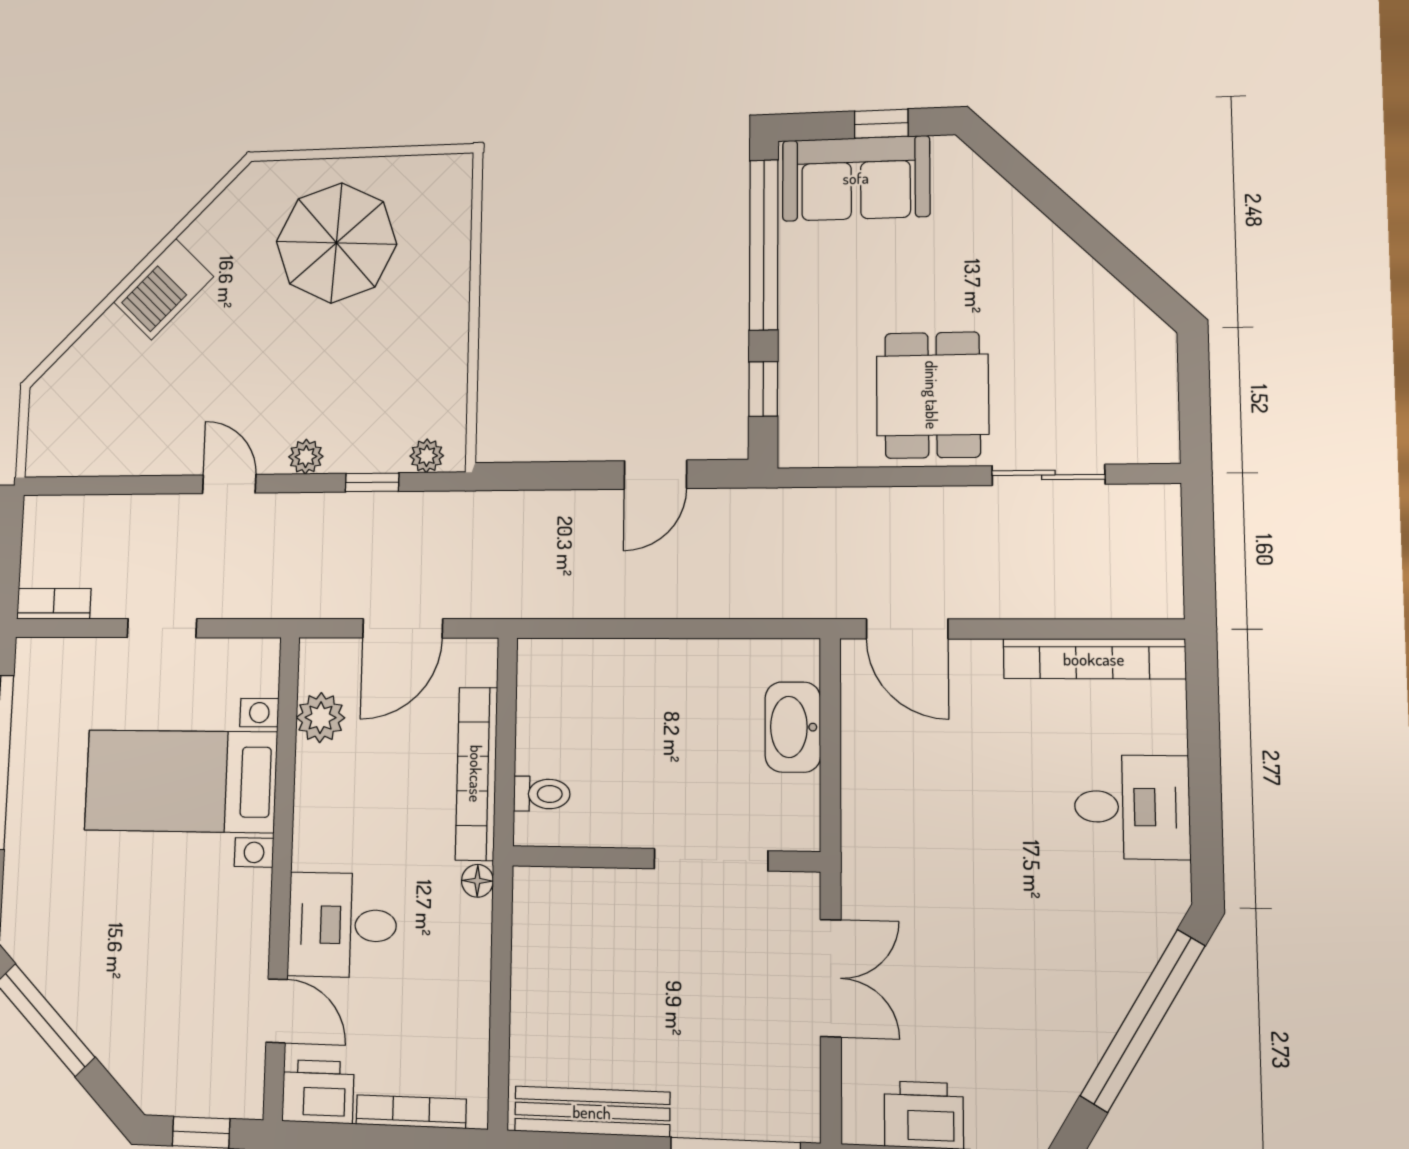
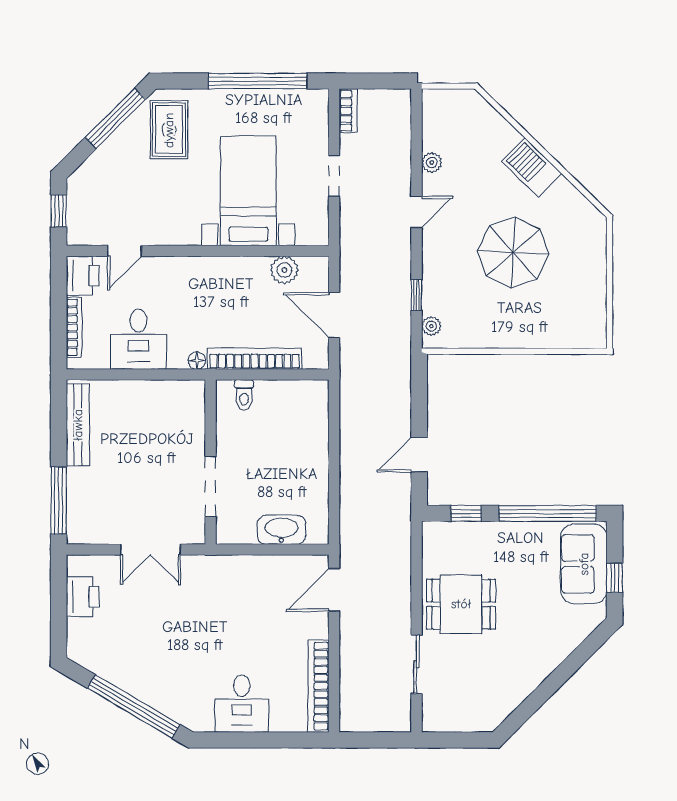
parasol: (336, 243) -> (513, 253), moved
plant: (306, 457) -> (432, 163), moved
door: (655, 475) -> (419, 455), hinge flipped
rug: (69, 923) -> (169, 130), added
desk: (342, 925) -> (139, 339), moved, turned 180

